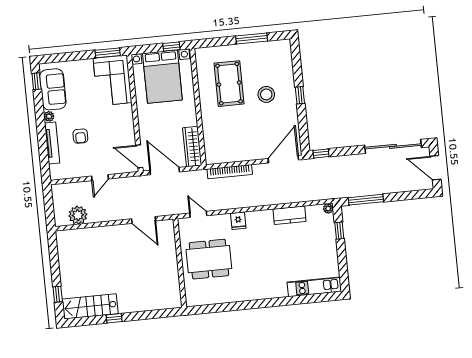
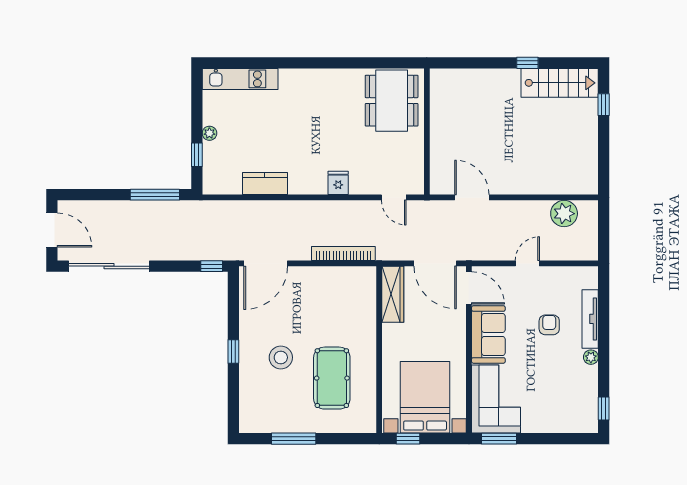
sofa: (53, 89) -> (488, 334), moved, turned 180
plant: (328, 209) -> (209, 133), moved
dining table: (209, 259) -> (392, 101), moved, turned 90

